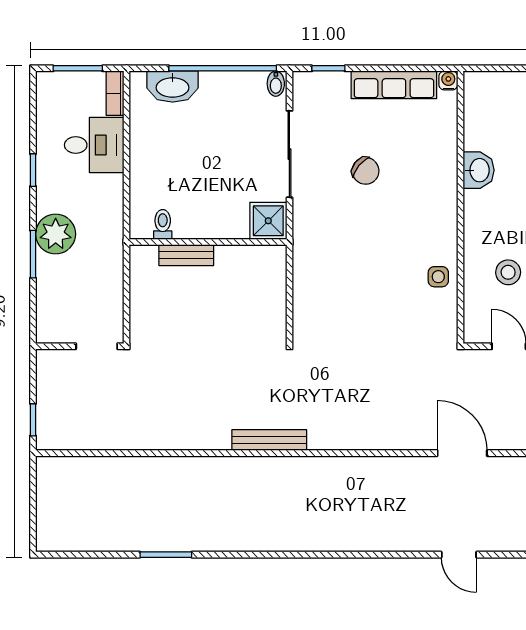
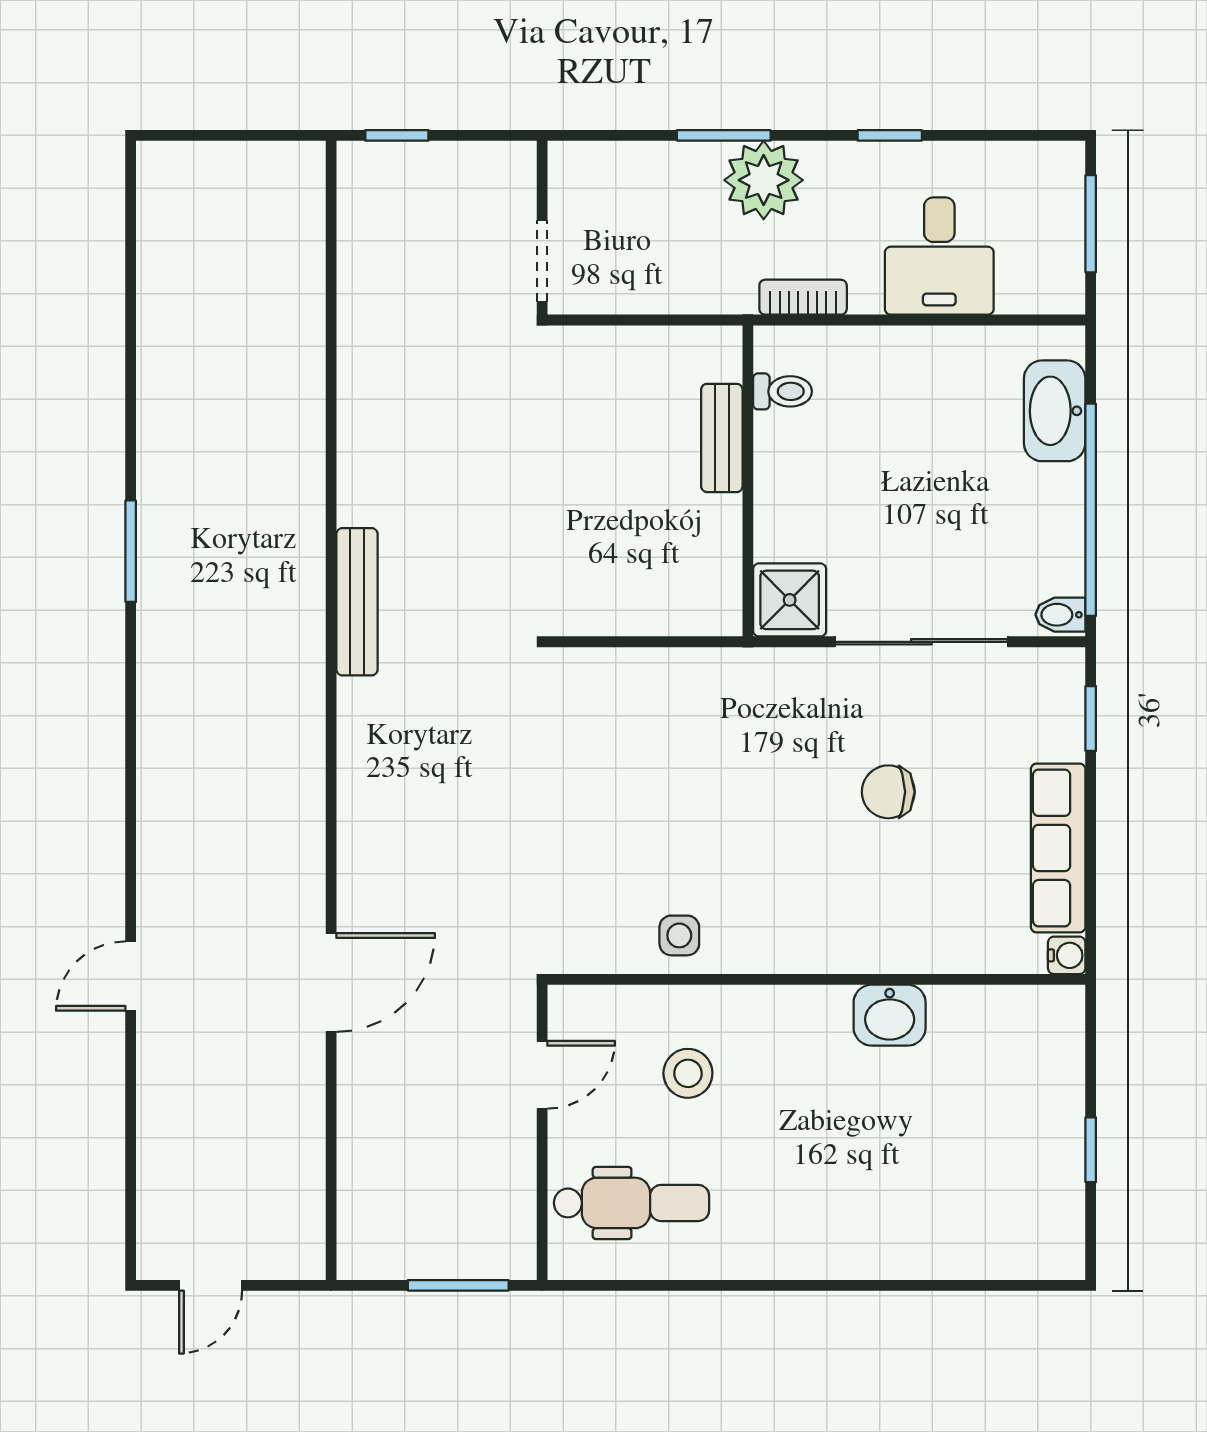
bookcase: (115, 93) -> (803, 297), moved
chair: (366, 171) -> (888, 792), turned 51
window: (166, 555) -> (131, 551), moved

